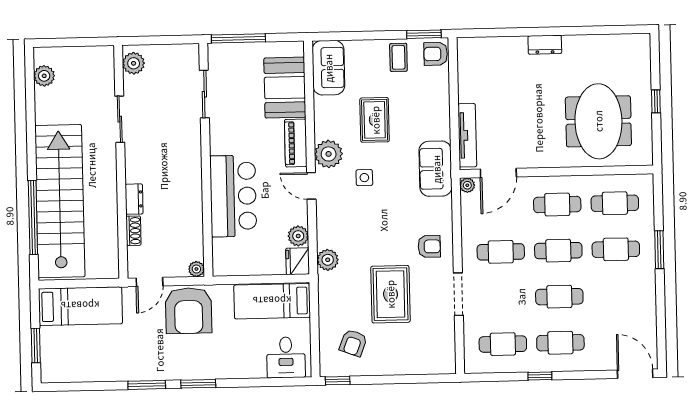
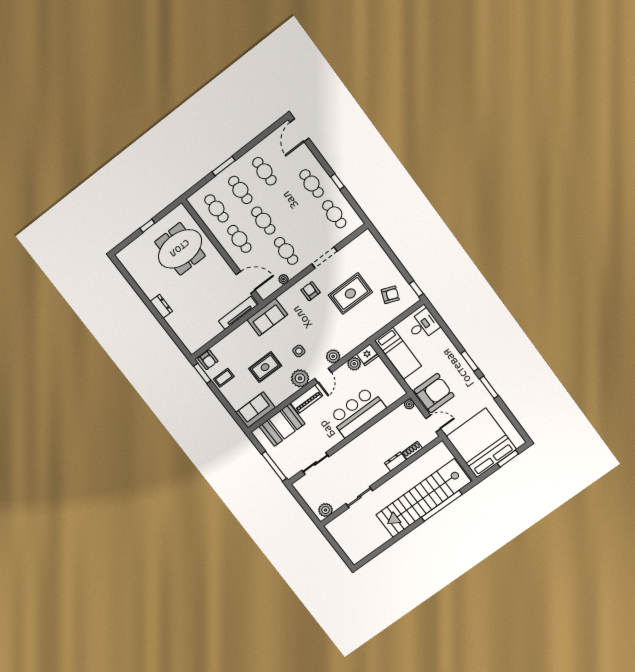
plant: (44, 76) -> (364, 550), removed
plant: (467, 185) -> (284, 279), moved
plant: (328, 260) -> (333, 356), moved
cafe table: (559, 297) -> (264, 171), moved
bed: (80, 306) -> (481, 443), width x2.04

